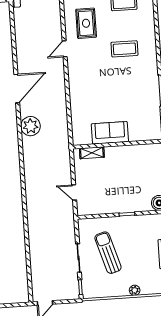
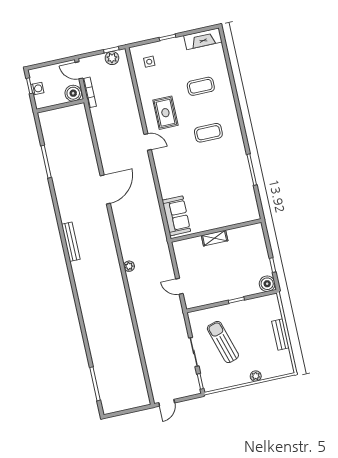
door: (65, 49) -> (148, 142), swing flipped
plant: (30, 126) -> (129, 266), moved, width x0.53, depth x0.53
sofa: (110, 133) -> (176, 216), moved, turned 90
shelving: (92, 153) -> (215, 238), moved

